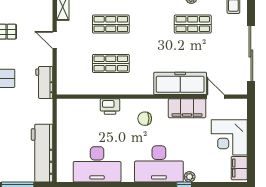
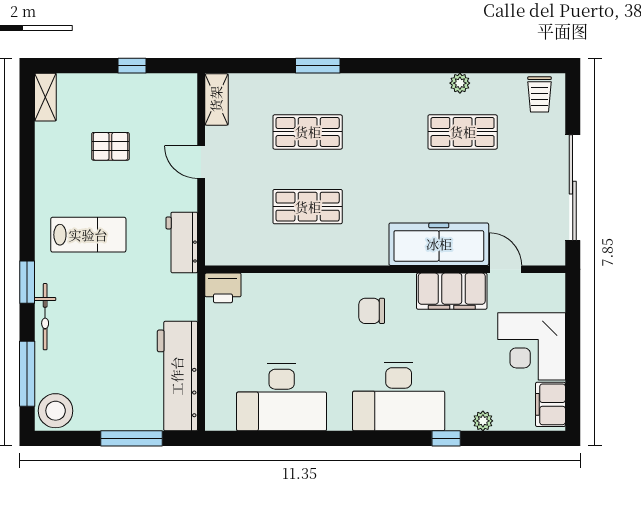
printer: (110, 106) -> (223, 288), moved
plant: (190, 177) -> (483, 421), moved

